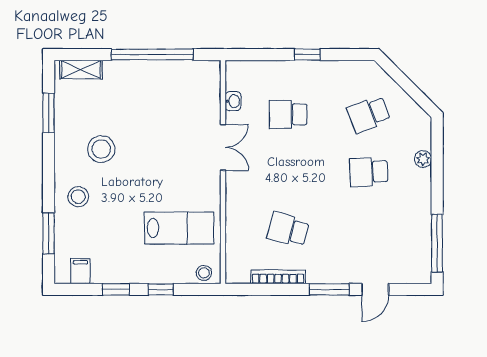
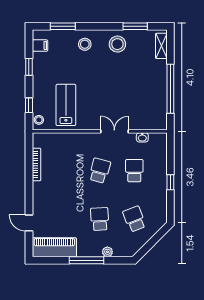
double door: (223, 147) -> (114, 131), swing flipped
stool: (101, 149) -> (117, 44), moved
lab bench: (179, 228) -> (66, 105), turned 180
school desk: (288, 230) -> (100, 171), moved
window: (437, 243) -> (87, 260), moved
piano: (416, 247) -> (54, 247), added
window: (161, 289) -> (29, 105), moved
window: (329, 289) -> (29, 195), removed

